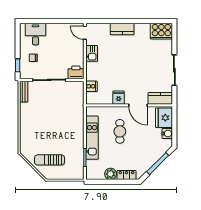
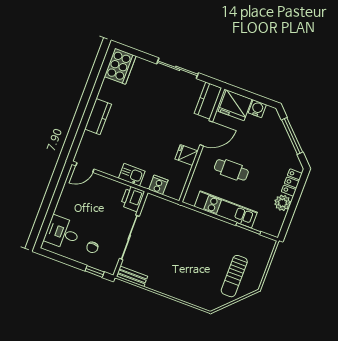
kitchen sink: (92, 53) -> (132, 175), moved

